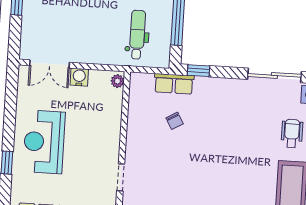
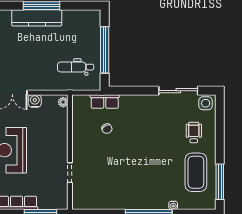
dental chair: (137, 35) -> (76, 67), turned -90
window: (198, 71) -> (122, 91), removed

